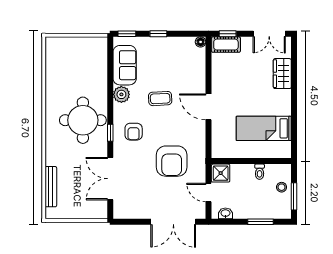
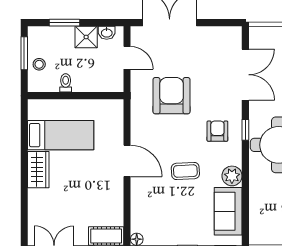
wardrobe: (282, 74) -> (38, 170), moved
shower: (221, 173) -> (86, 37), moved

